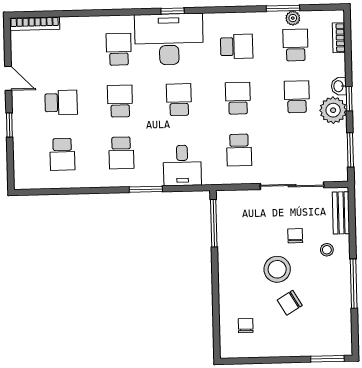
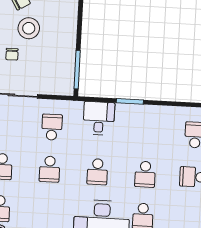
school desk: (237, 46) -> (47, 211), removed
school desk: (121, 153) -> (147, 132), removed

